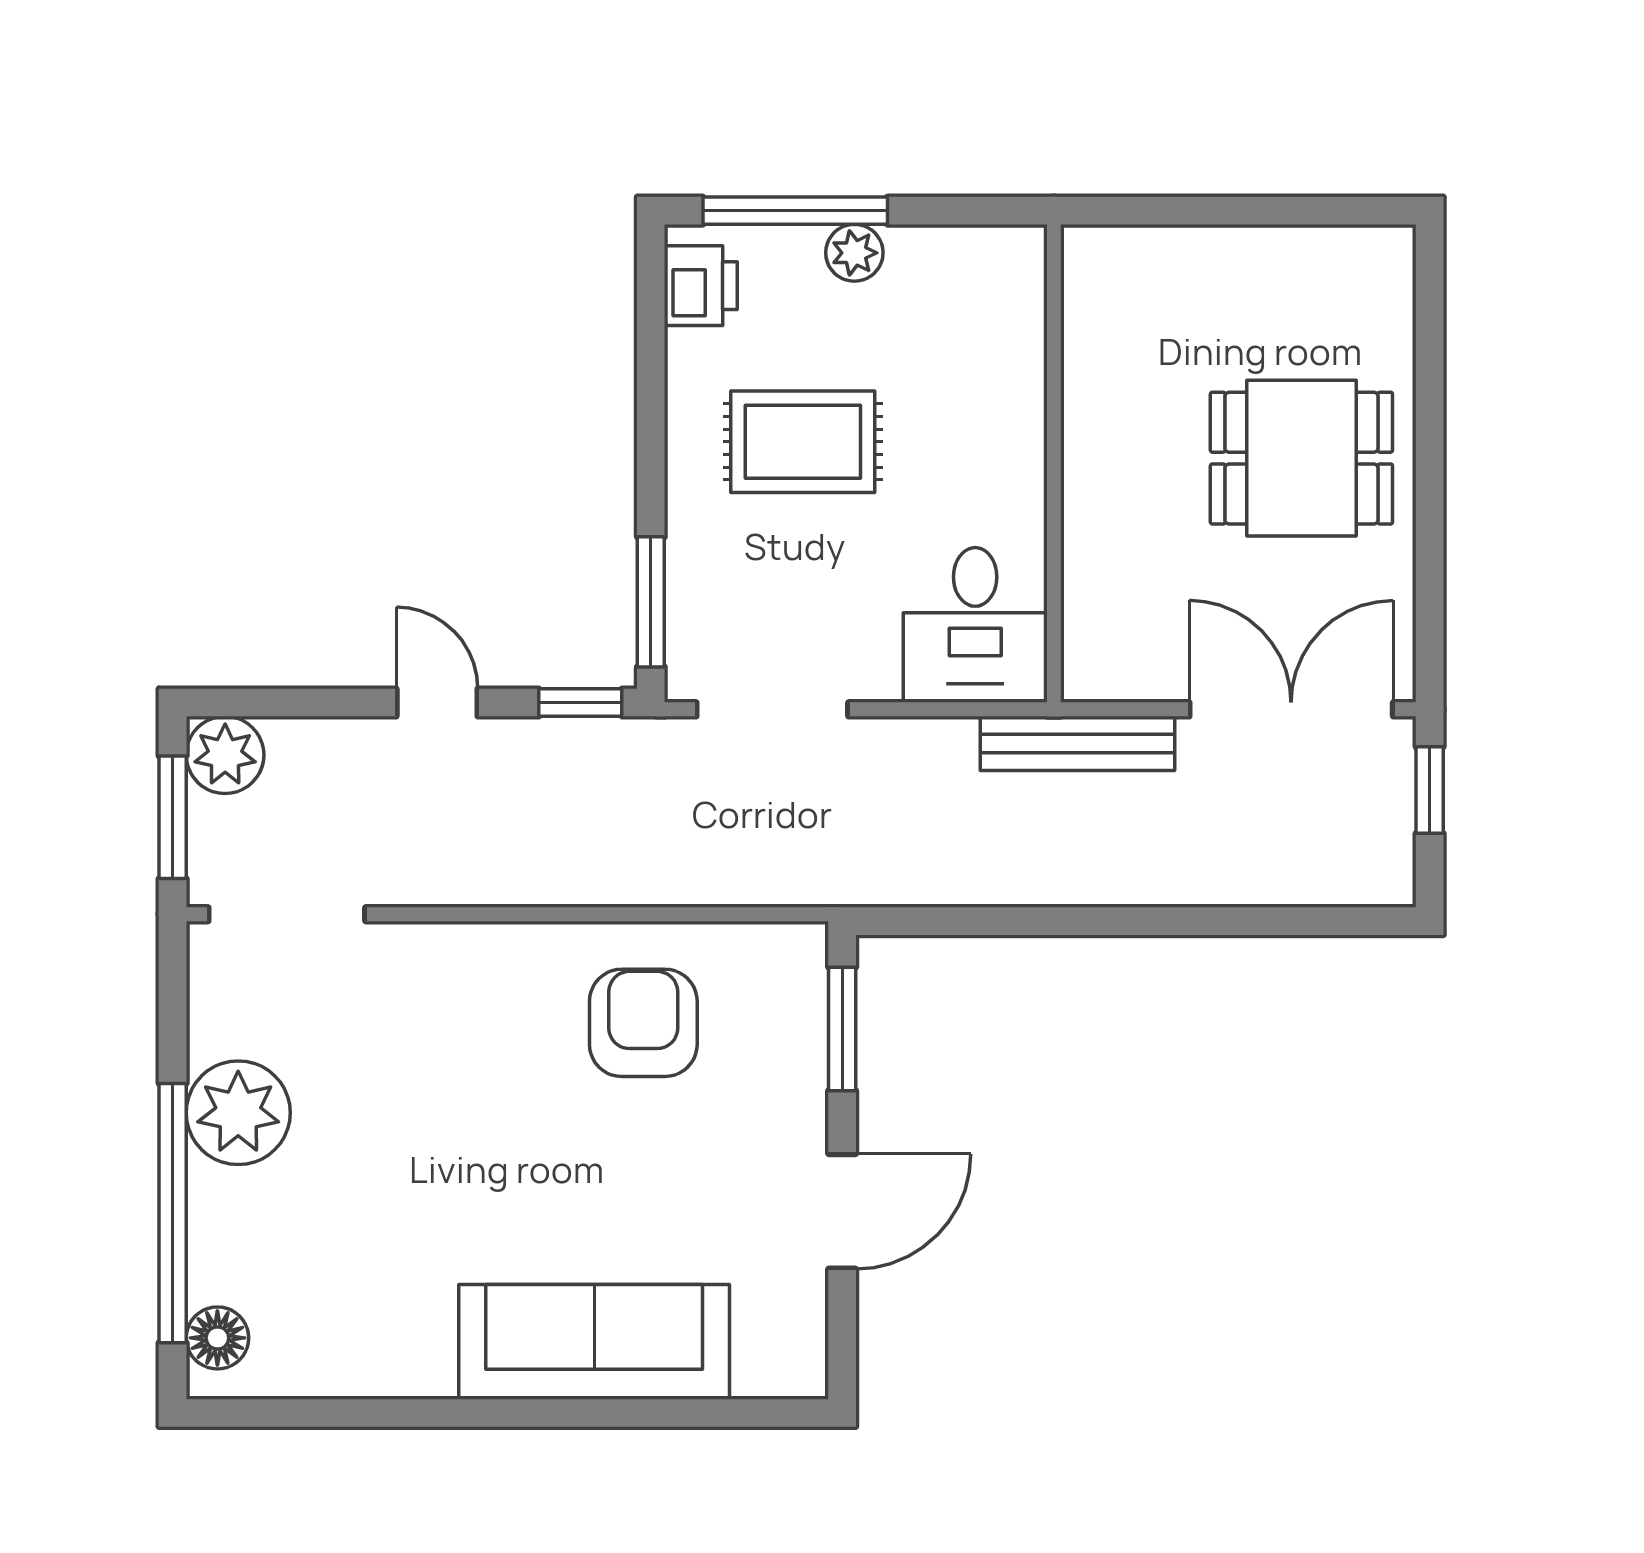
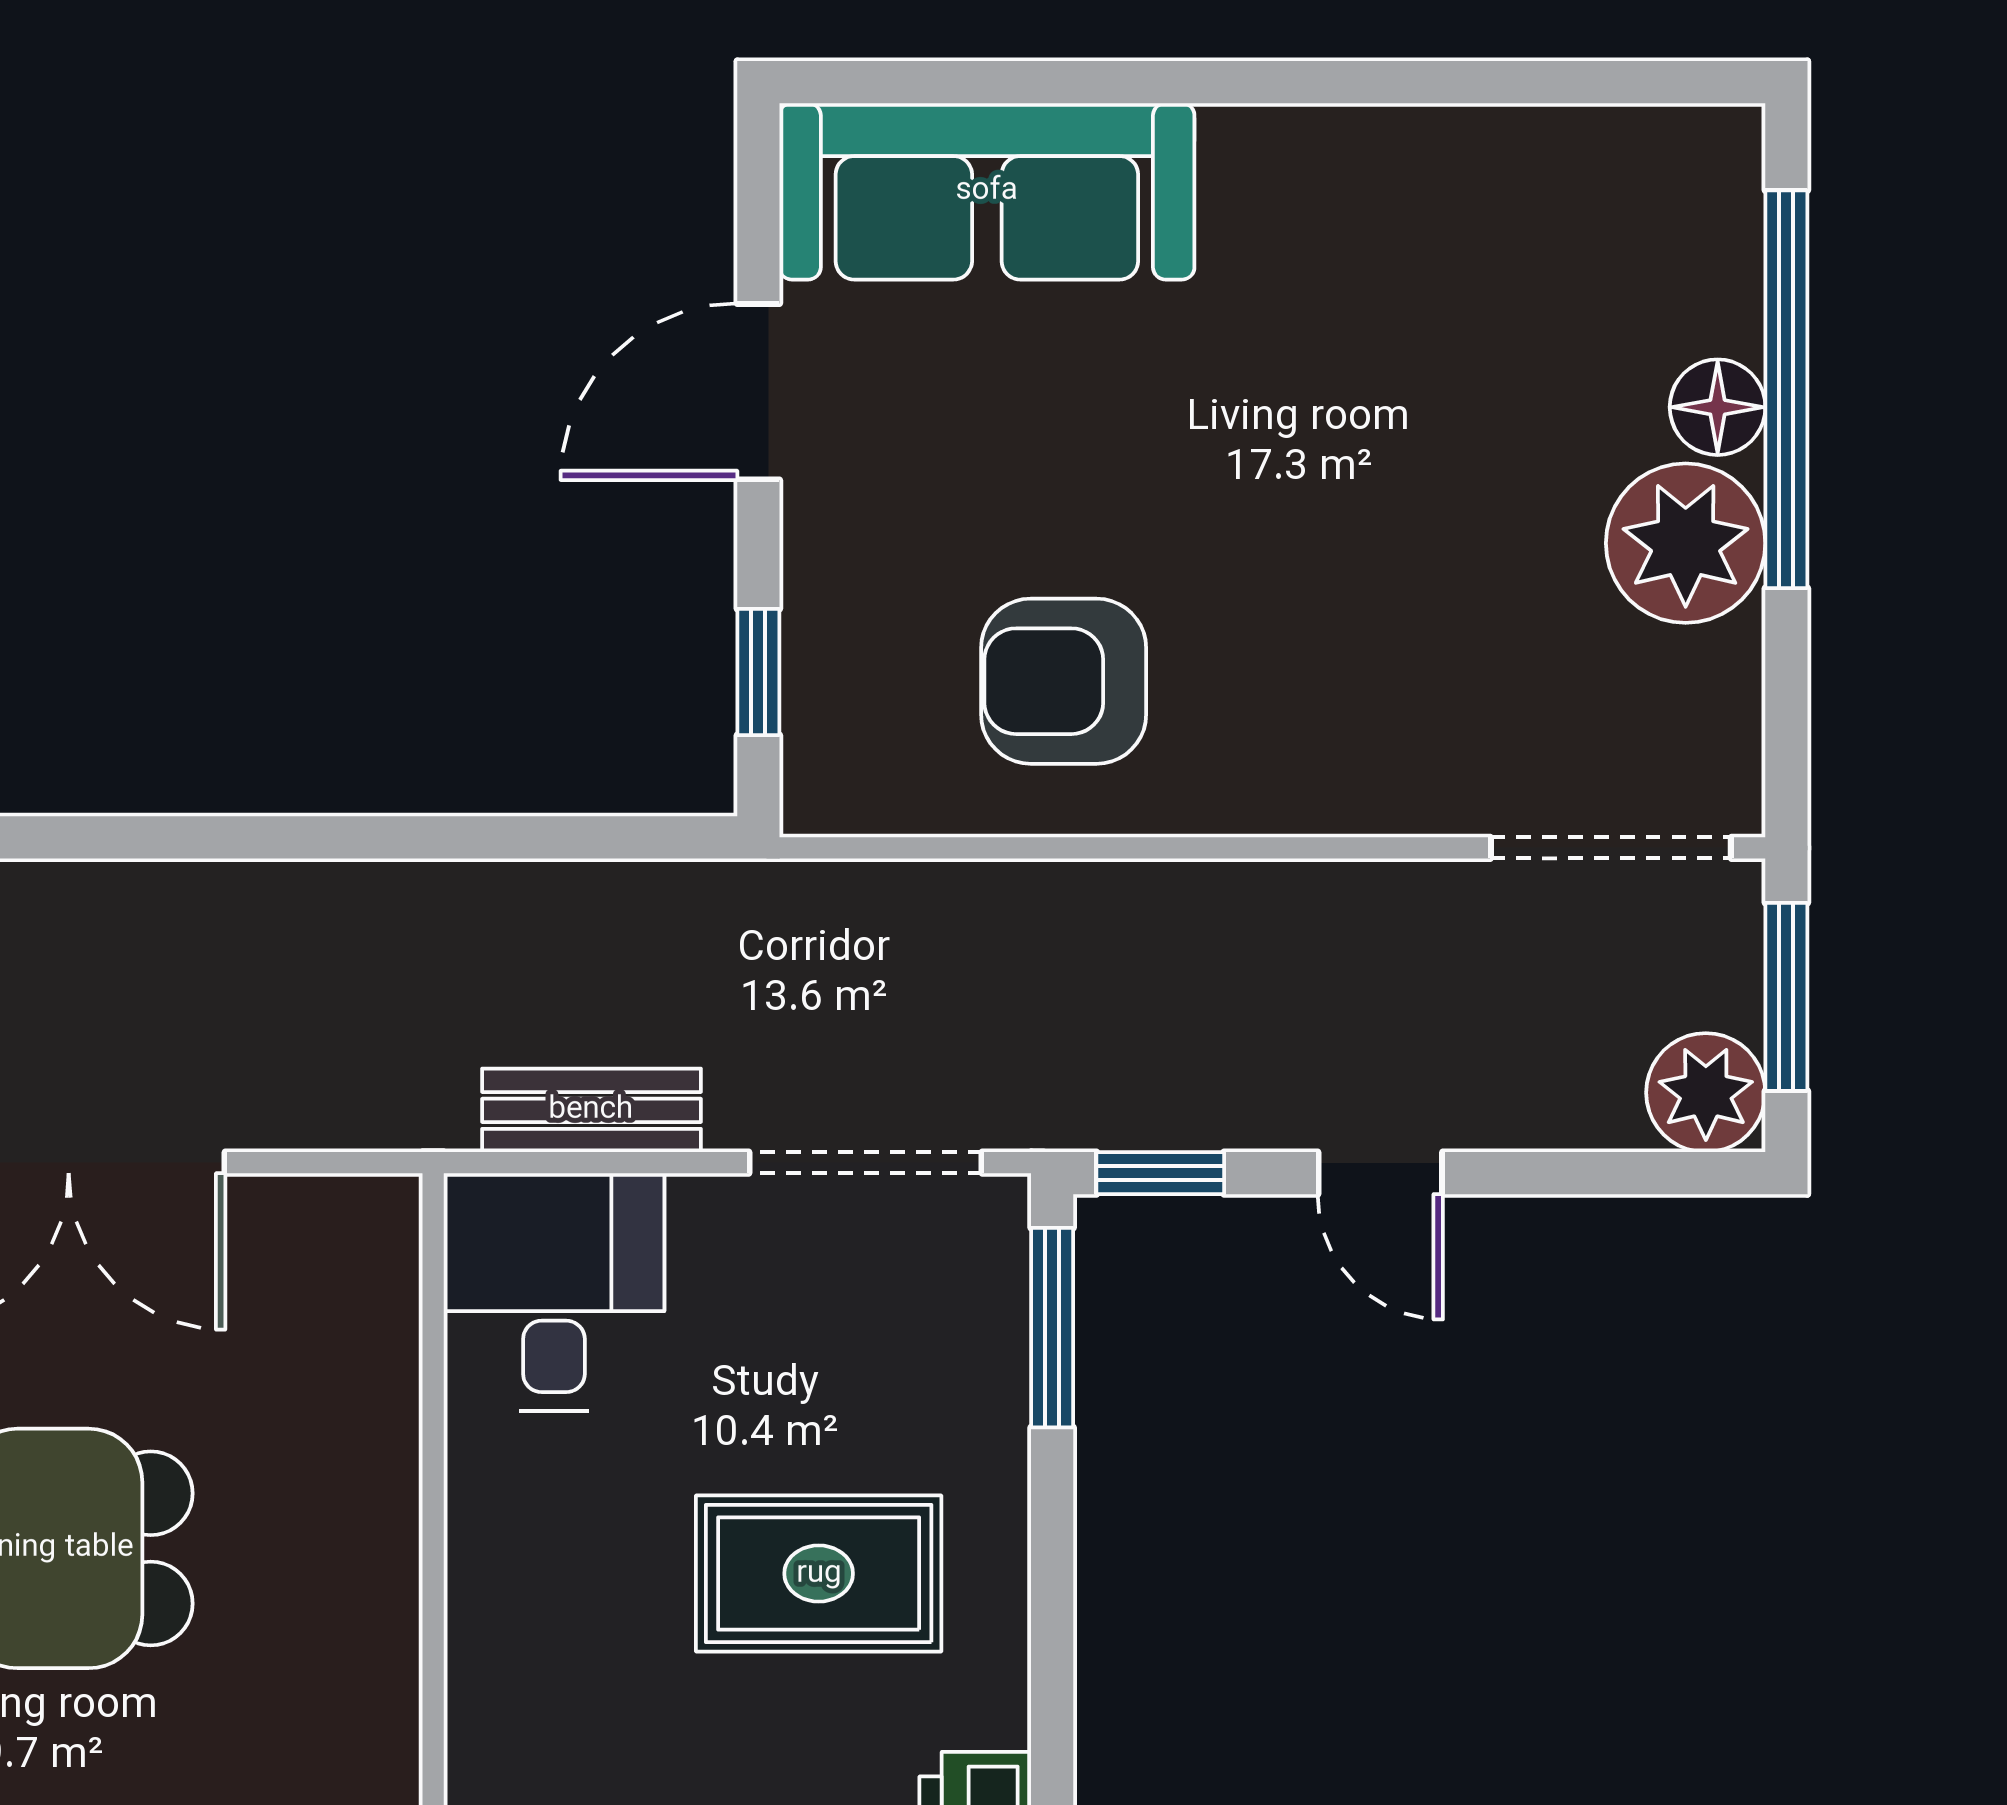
bench: (1077, 743) -> (591, 1110), moved, width x0.73
armchair: (643, 1023) -> (1064, 681), turned 90
window: (842, 1029) -> (758, 672), width x0.67
floor lamp: (217, 1338) -> (1718, 407), moved
sofa: (594, 1342) -> (987, 191), moved

